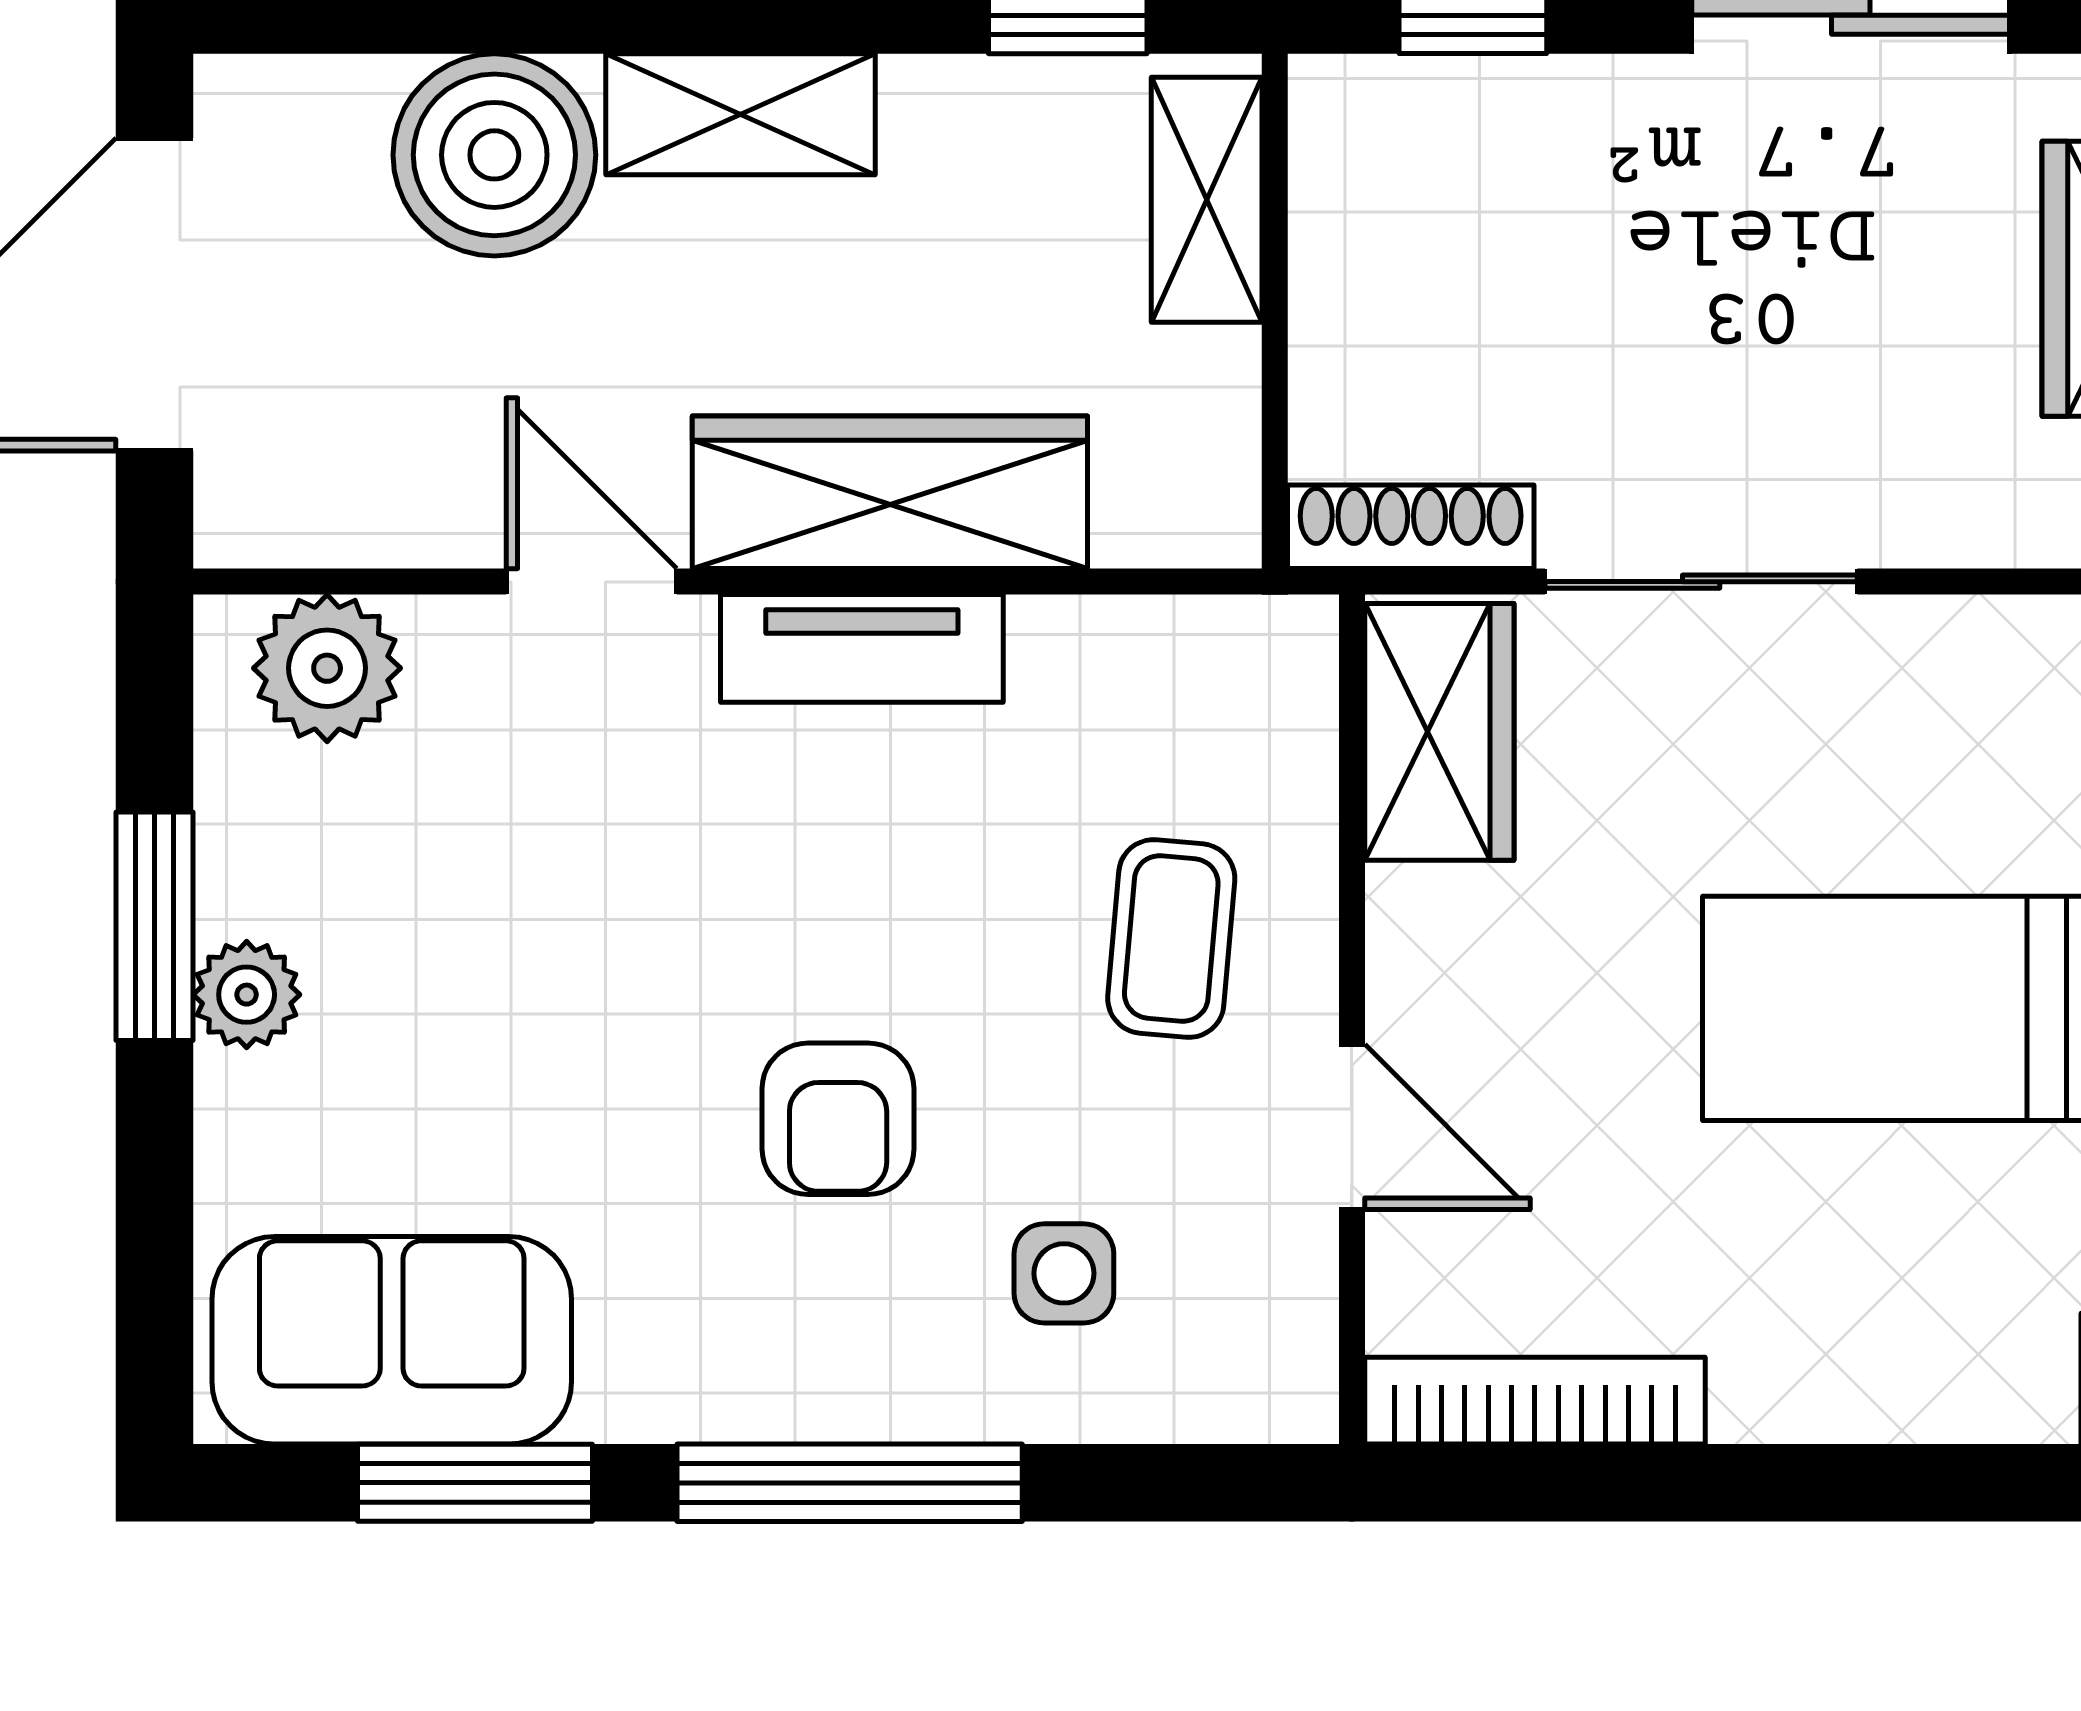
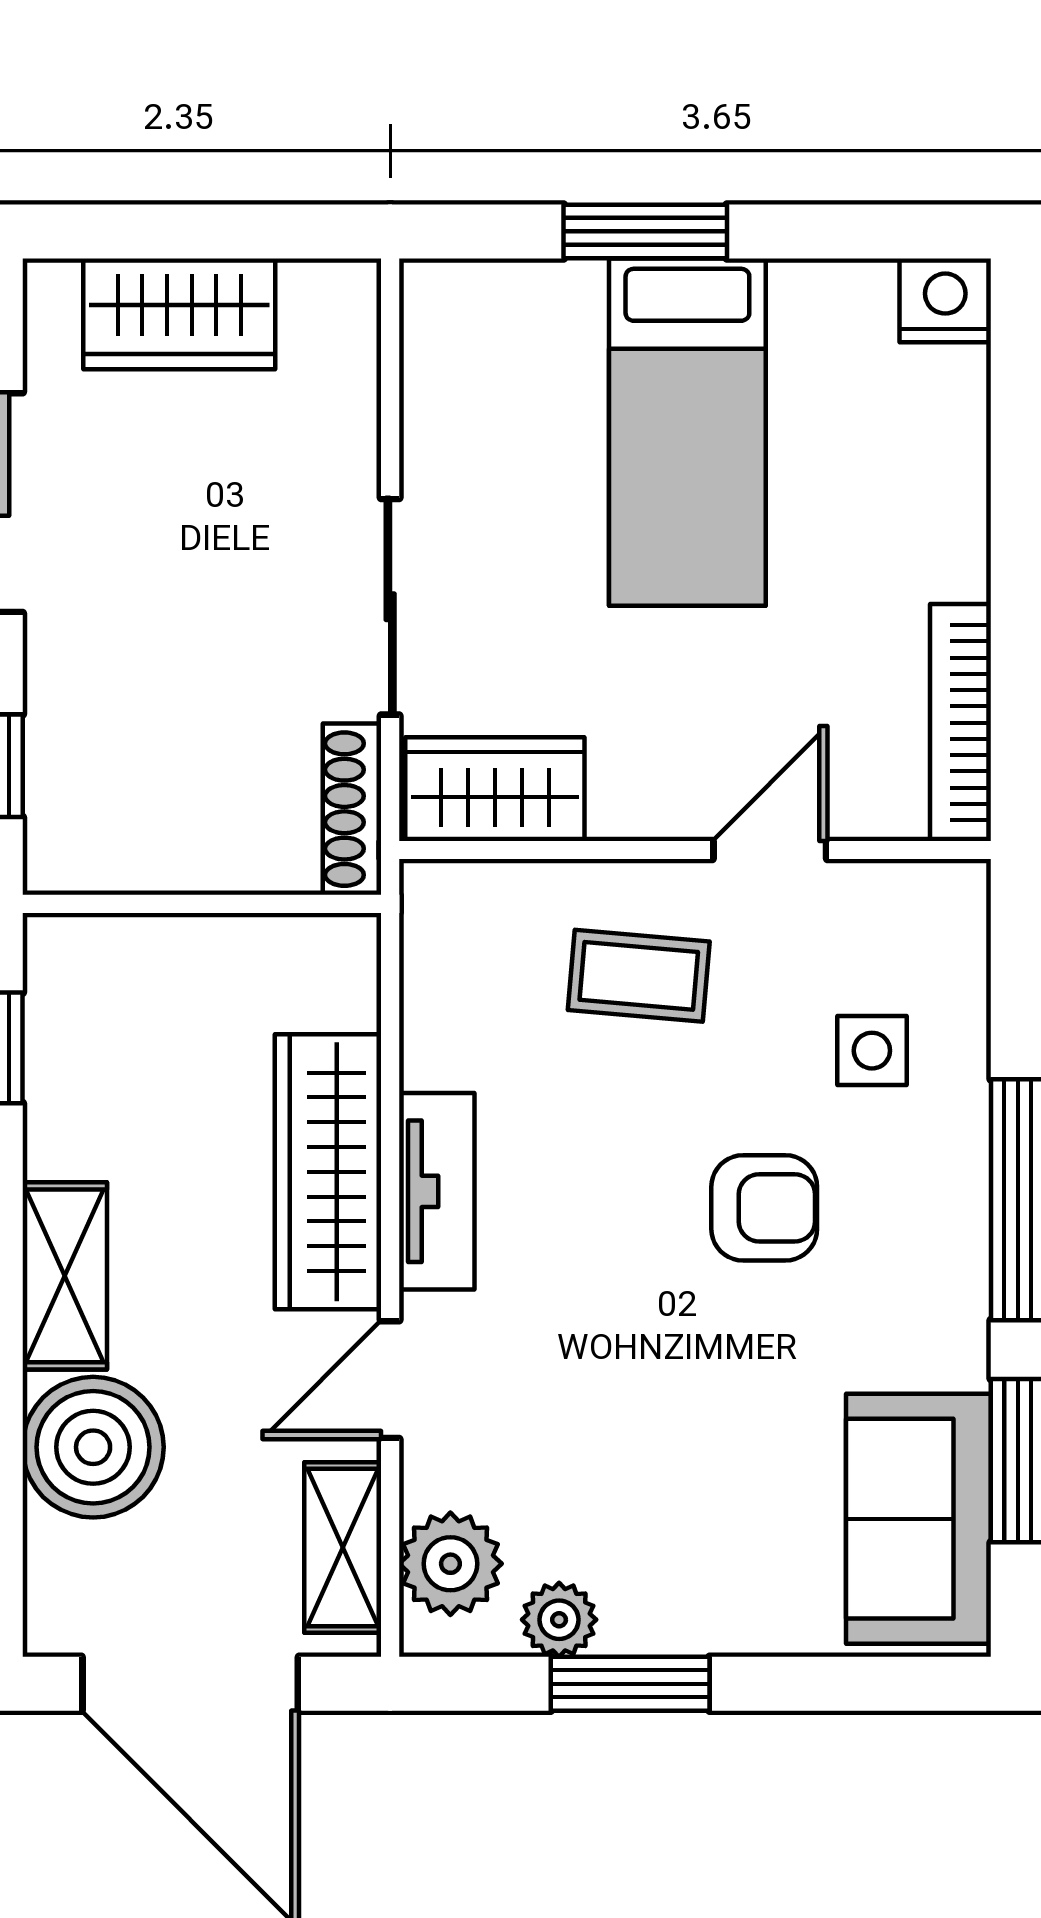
shelving: (1207, 200) -> (343, 1548), moved, turned 90
plant: (247, 995) -> (559, 1620), moved

